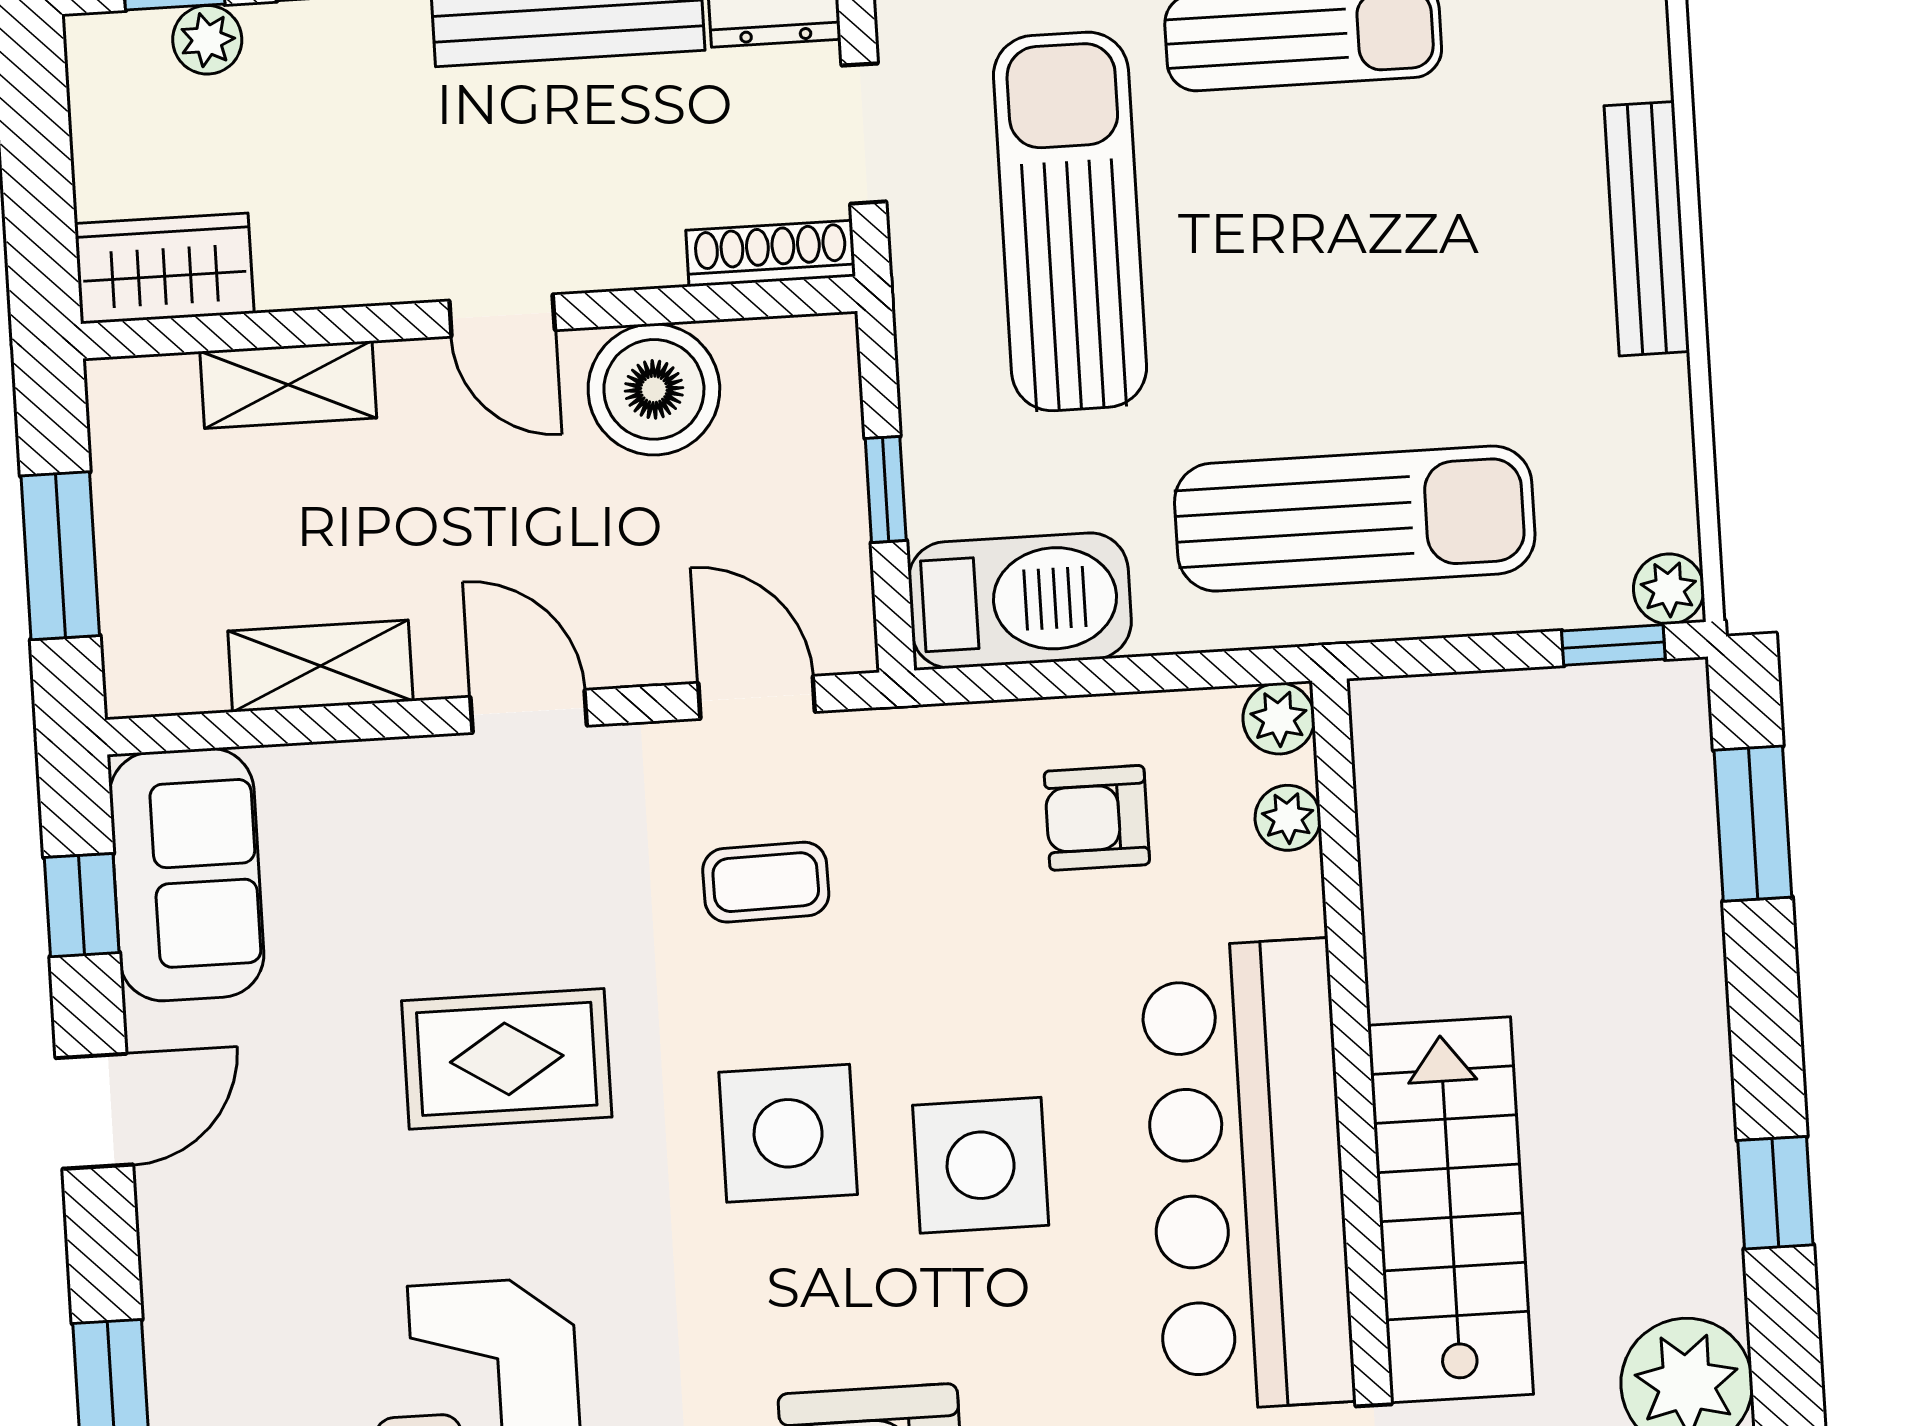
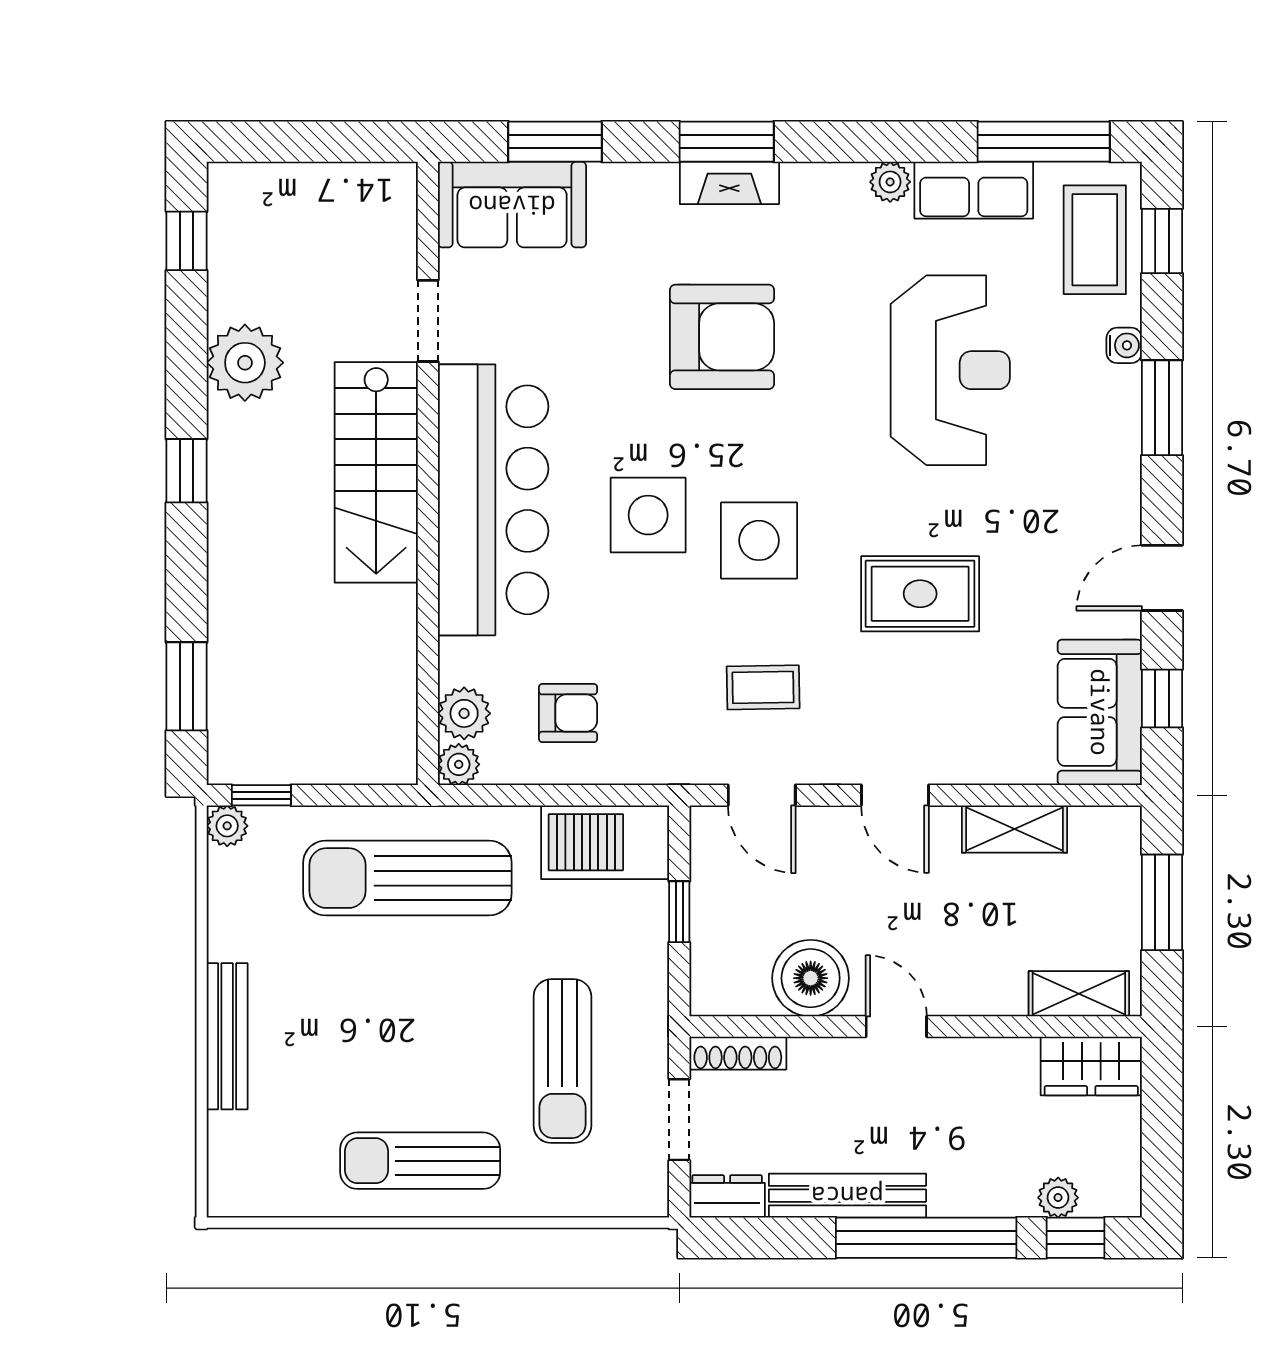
sun lounger: (1070, 221) -> (562, 1061), width x0.73, depth x0.75
shelving: (288, 385) -> (1079, 994), moved
plant: (1288, 818) -> (464, 713), width x1.38, depth x1.38

